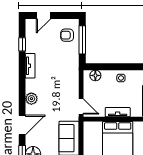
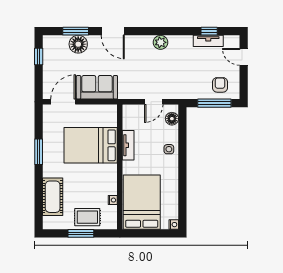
tv unit: (30, 66) -> (208, 41), moved
plant: (31, 99) -> (161, 42), moved
door: (81, 106) -> (154, 102), moved

